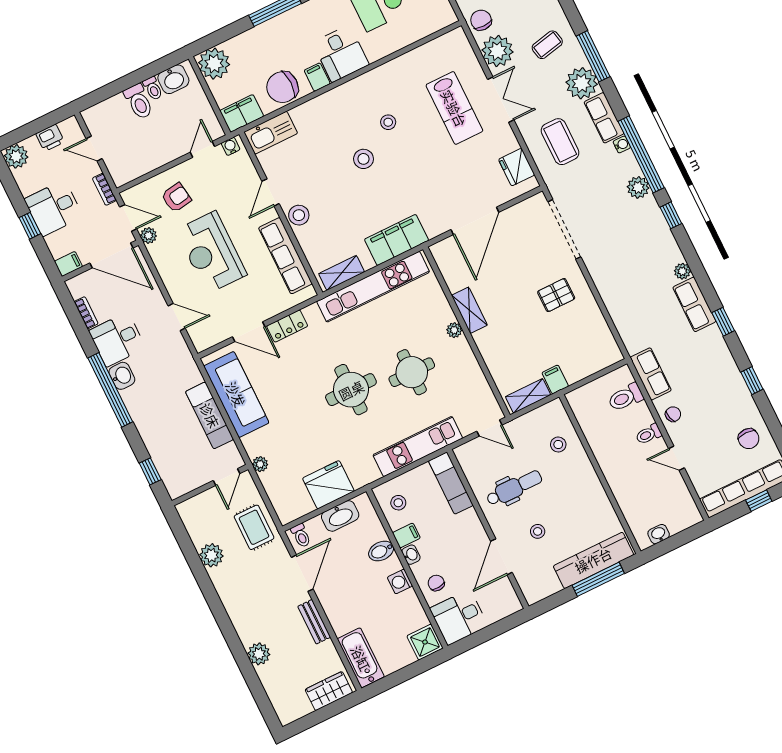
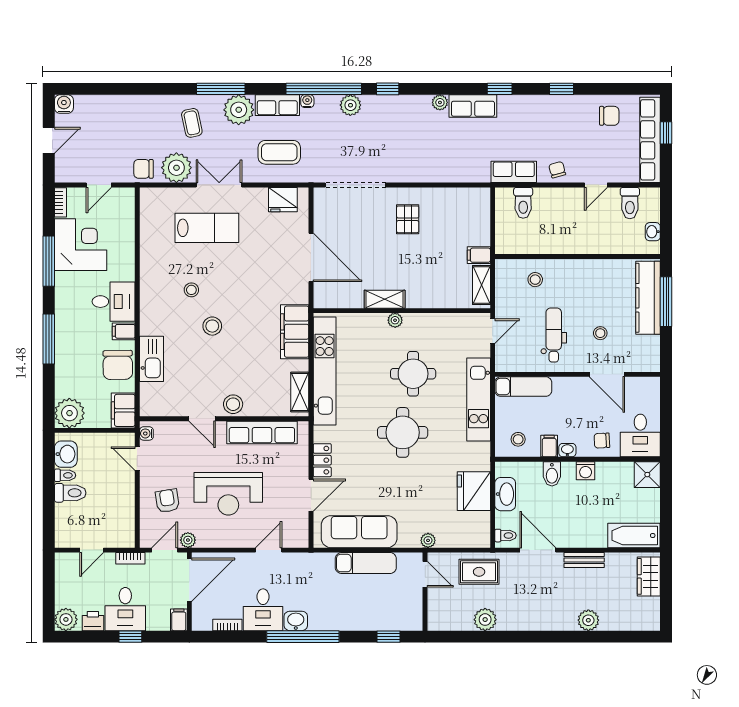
kitchen sink: (271, 133) -> (151, 359), moved
printer: (50, 138) -> (93, 621), moved, turned -90
toilet: (649, 434) -> (630, 203), moved, width x1.37, depth x1.39

